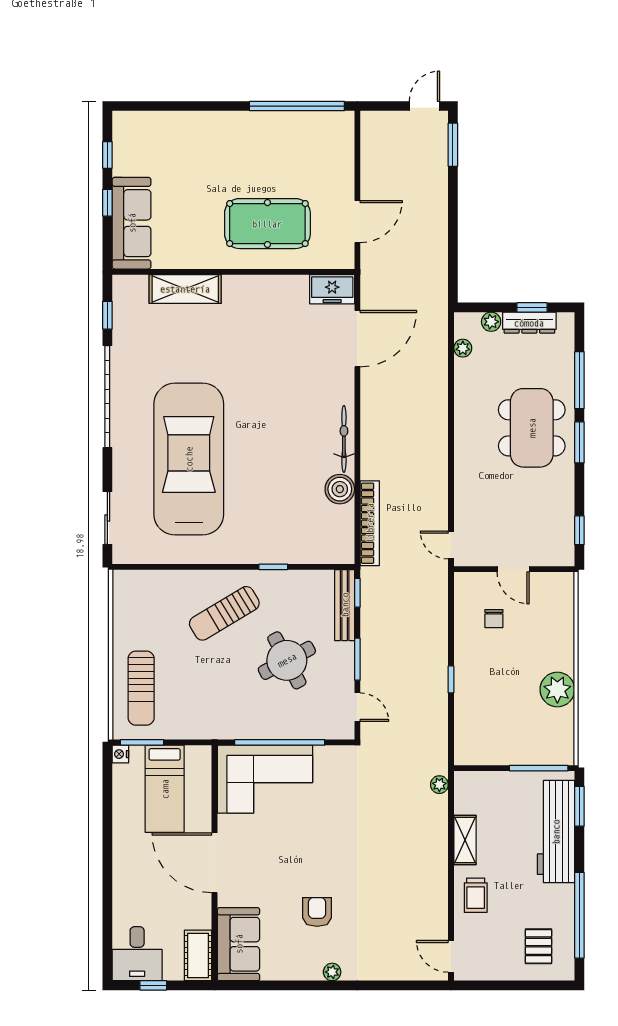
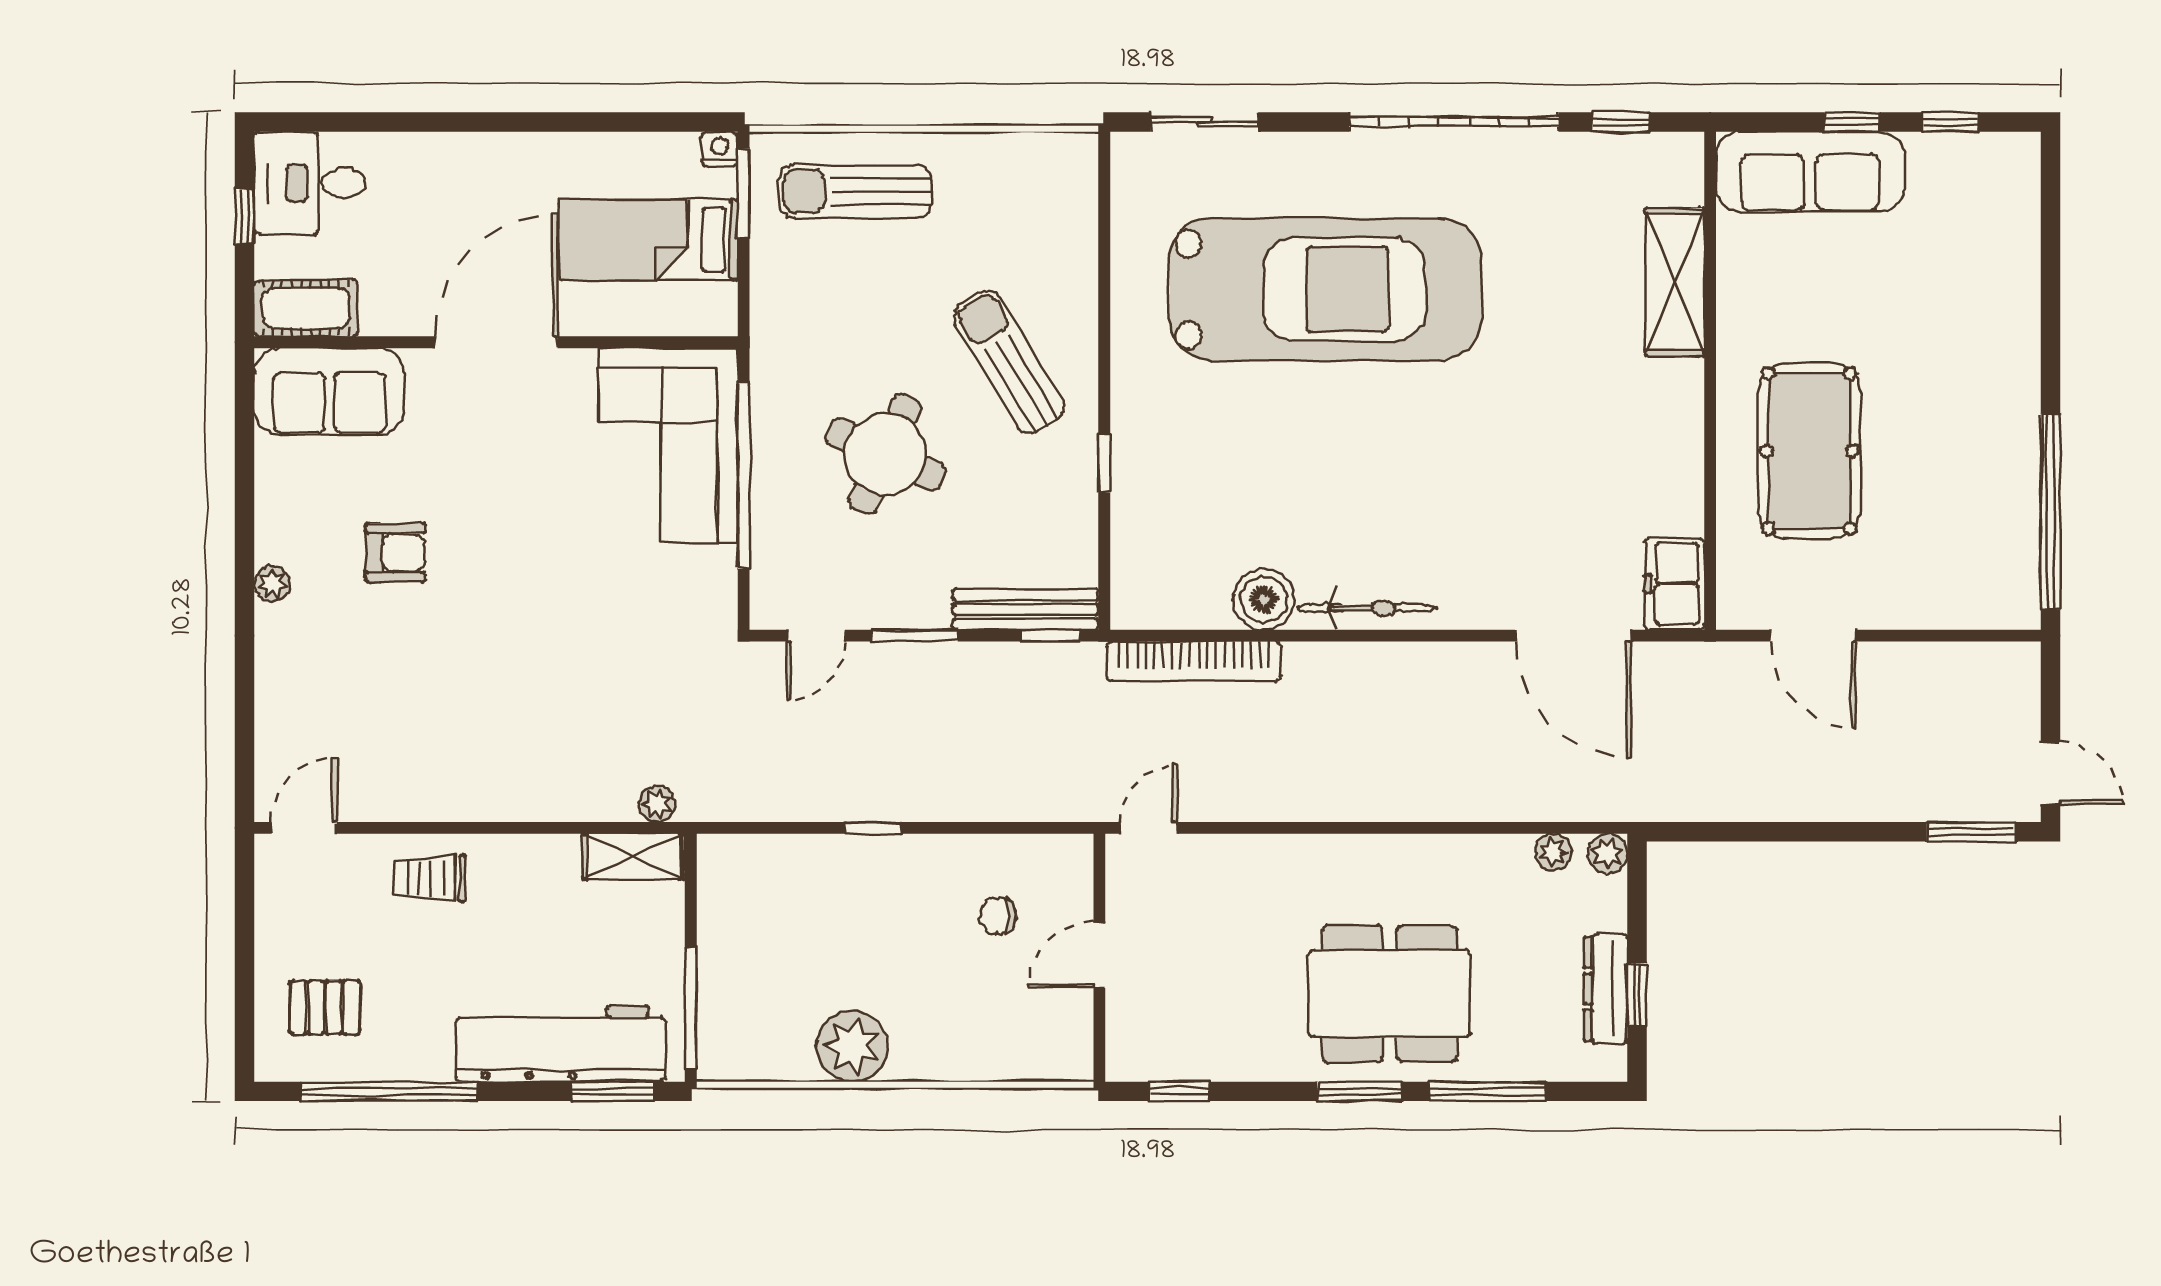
plant: (491, 322) -> (1608, 853), moved
round table: (287, 660) -> (885, 454), moved, turned -38
shelving: (465, 840) -> (633, 856), moved

